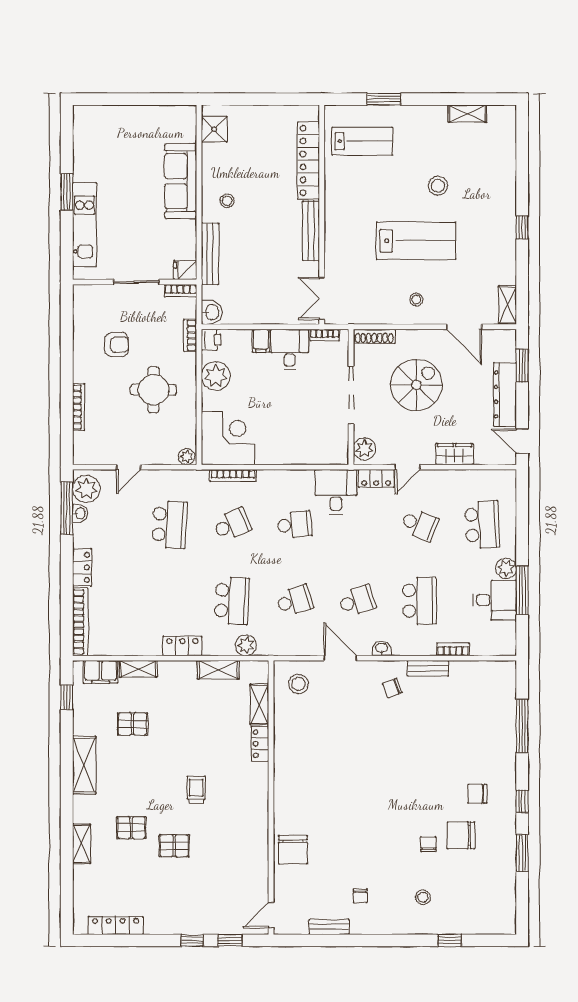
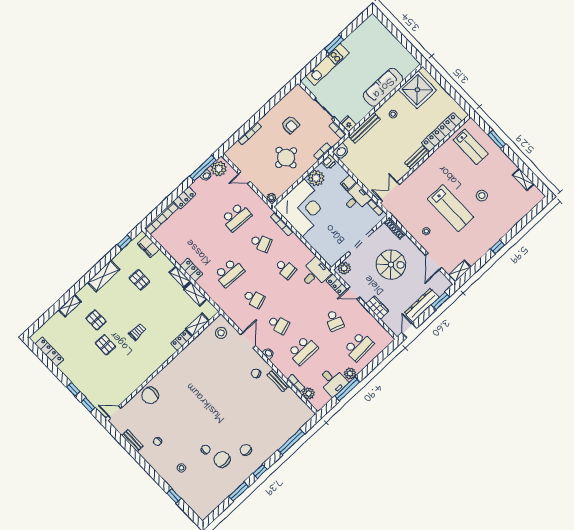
shower: (214, 129) -> (417, 90), width x1.86, depth x1.86
bench: (311, 231) -> (417, 158), width x0.73
corner desk: (228, 438) -> (303, 208), width x1.36, depth x1.36
plant: (246, 645) -> (309, 393), moved
shelving: (138, 669) -> (180, 277), moved

